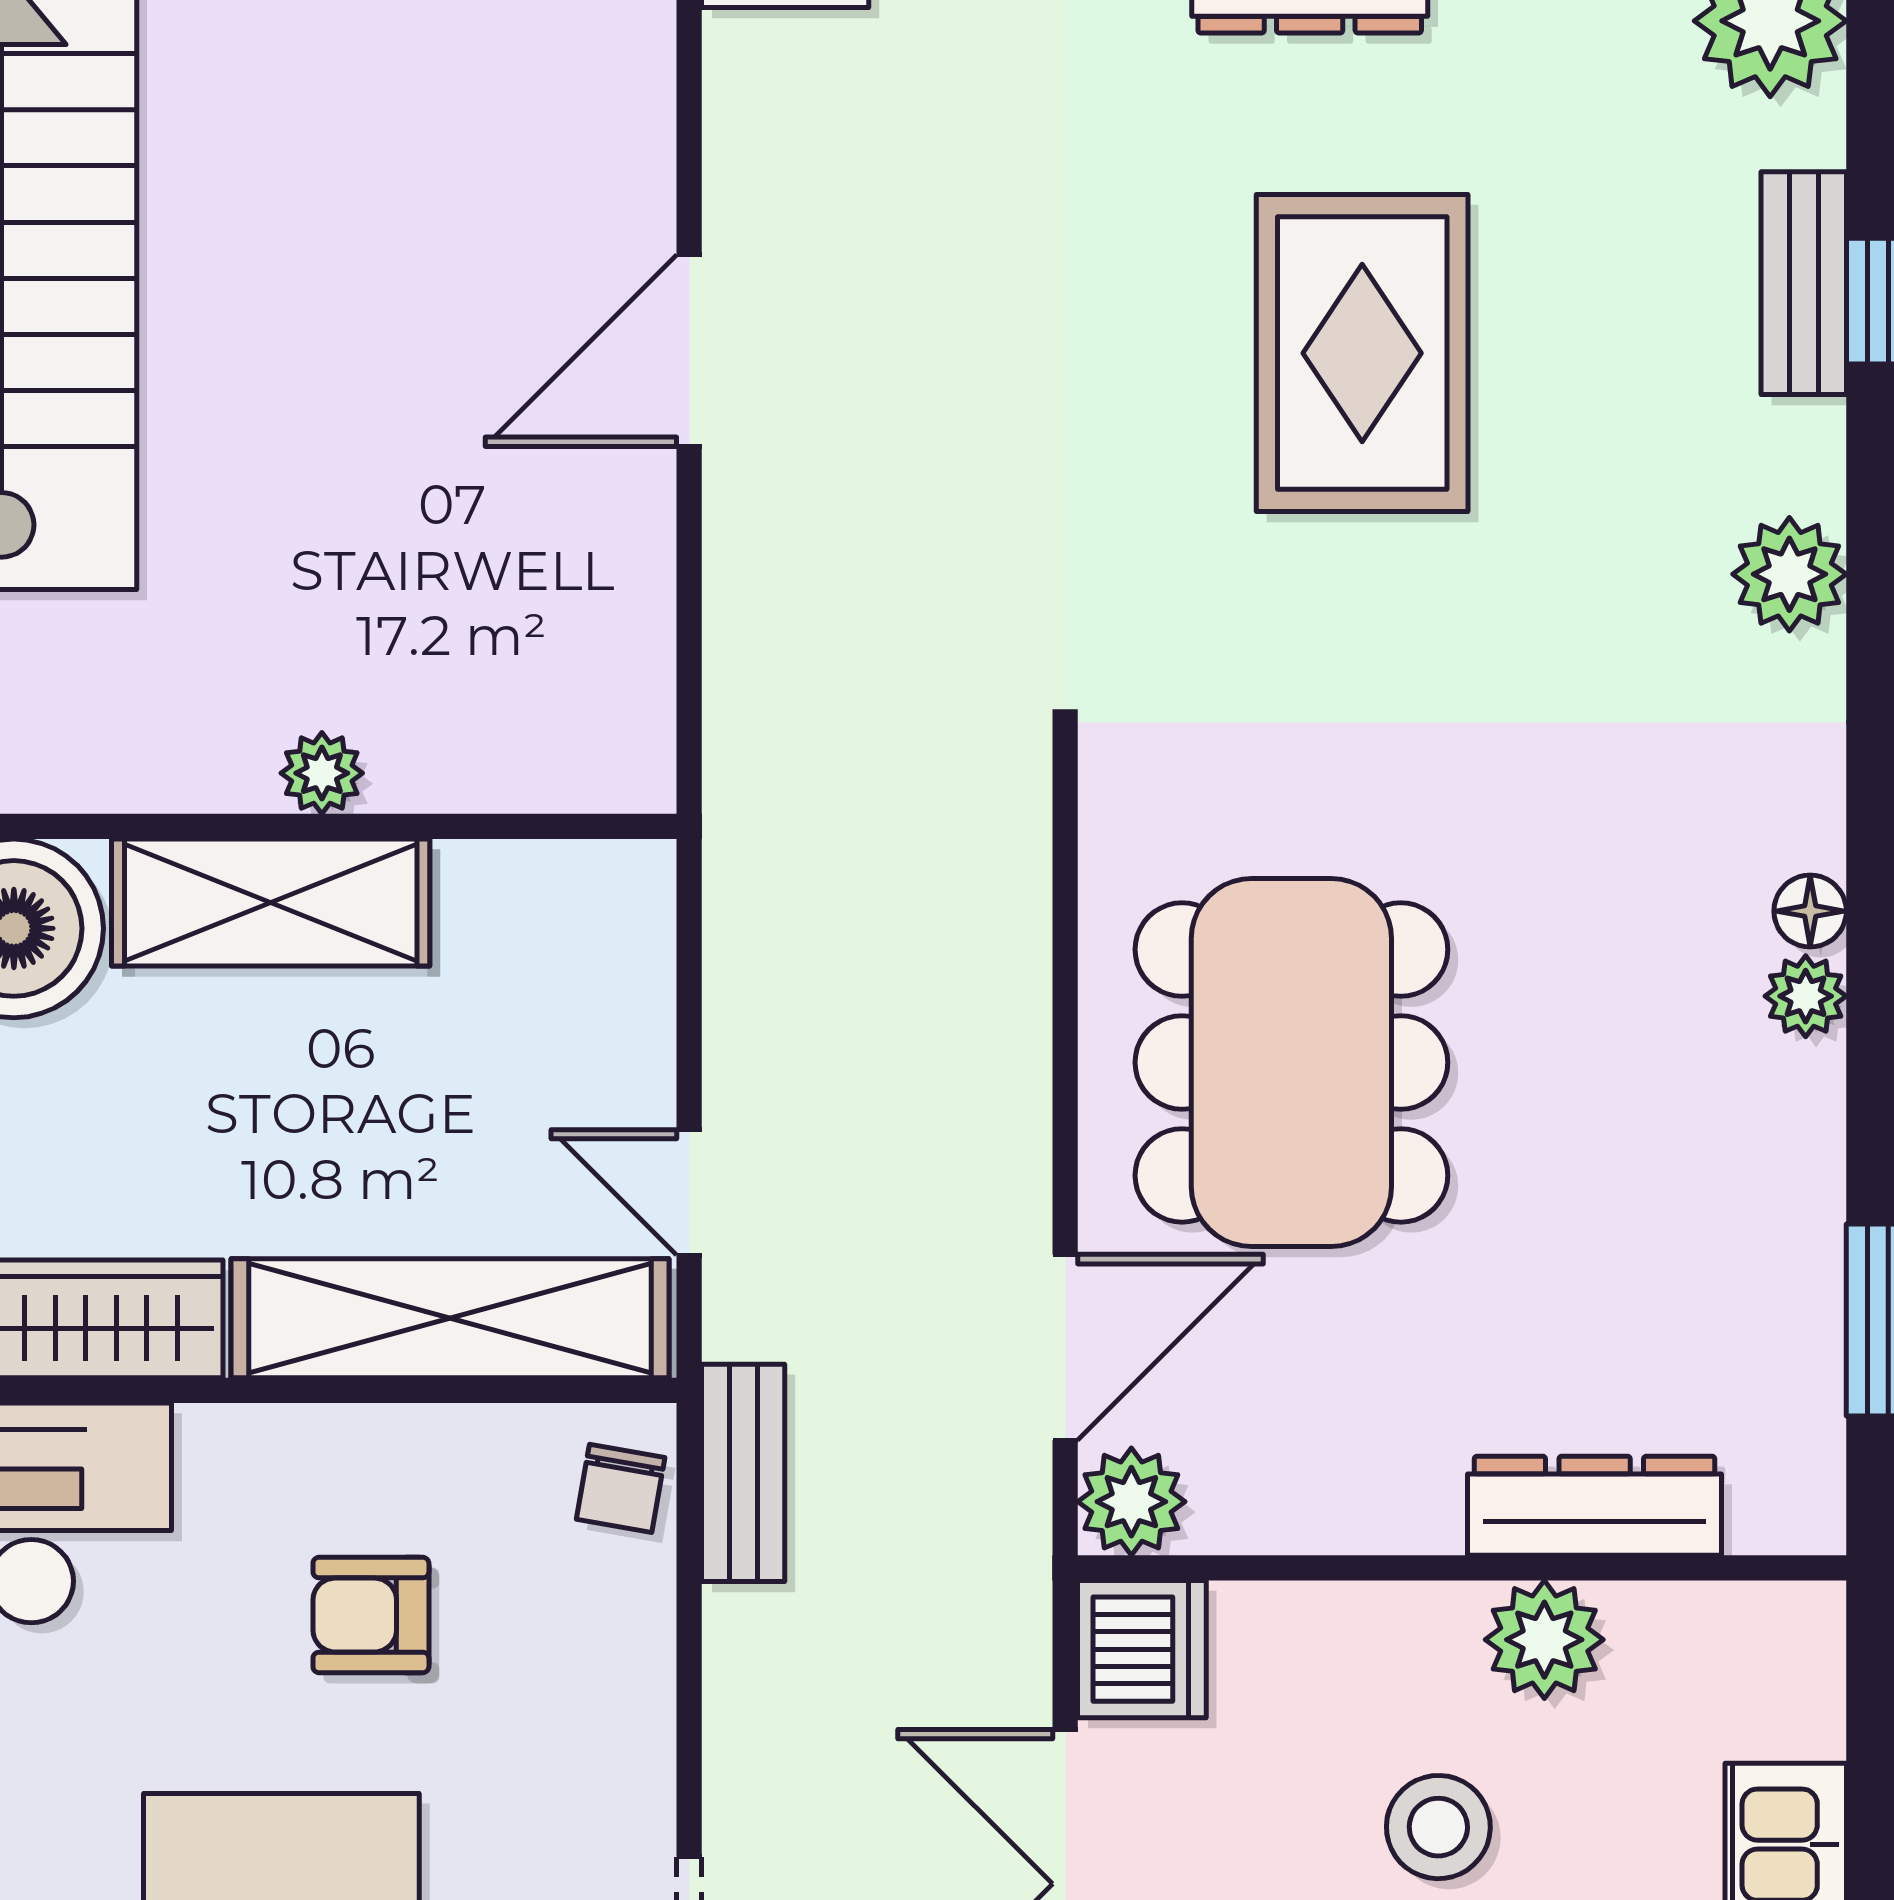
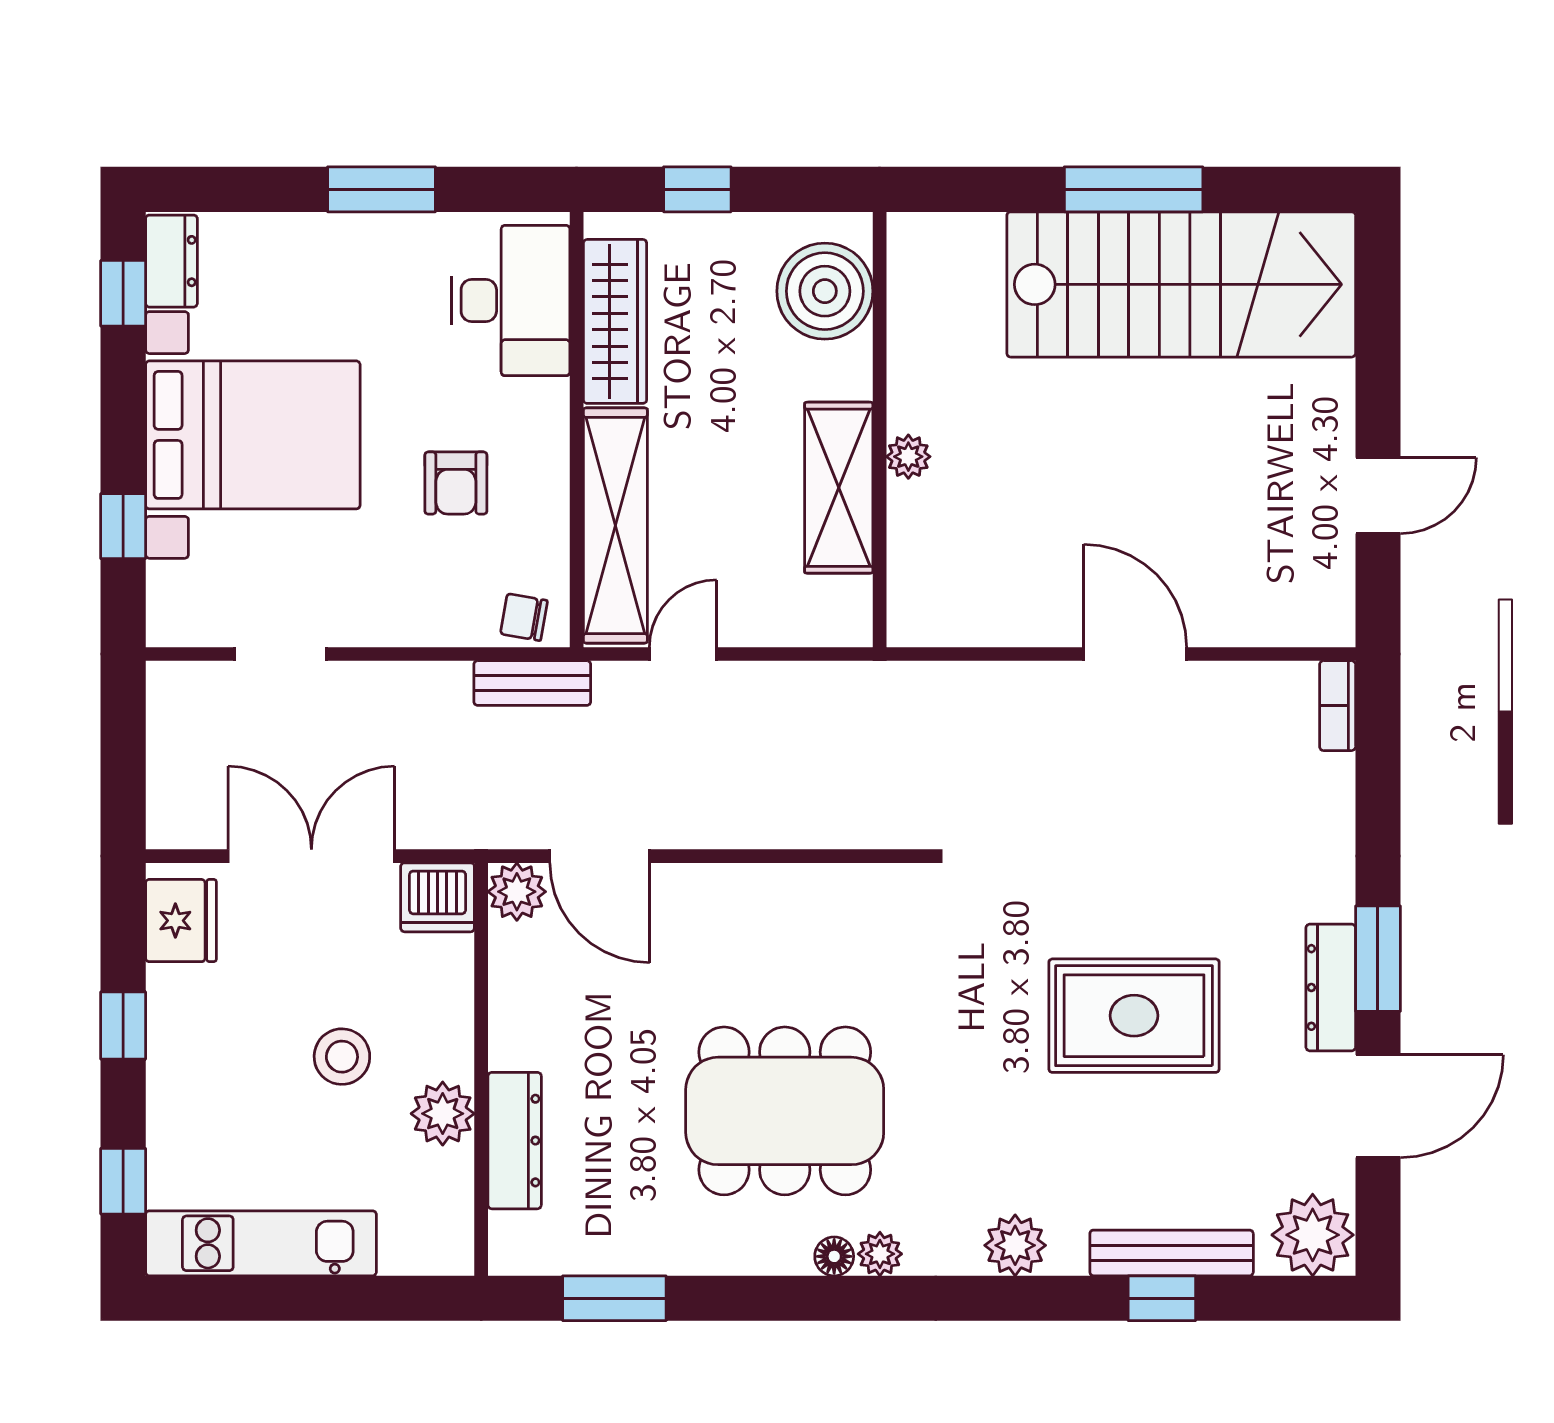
bench: (1804, 283) -> (1172, 1253), width x1.36
shelving: (271, 903) -> (839, 488), moved
plant: (1806, 996) -> (880, 1254), moved
dining table: (1291, 1062) -> (785, 1111), moved
armchair: (371, 1615) -> (456, 483), turned 180

